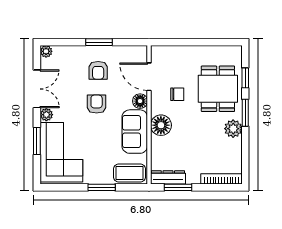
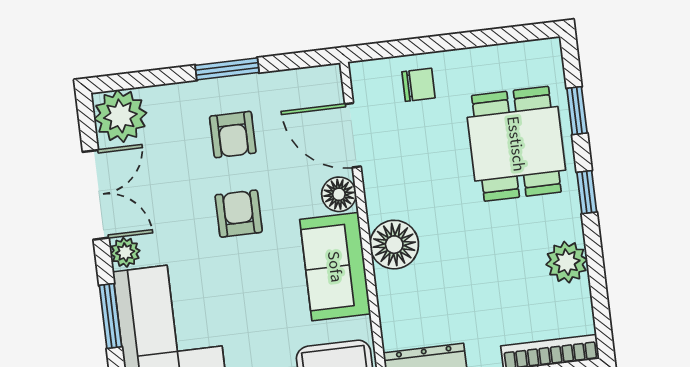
plant: (46, 51) -> (120, 116), width x1.88, depth x1.88
chair: (177, 94) -> (418, 85), moved
window: (245, 113) -> (587, 192), width x0.67
plant: (233, 129) -> (567, 262), moved

